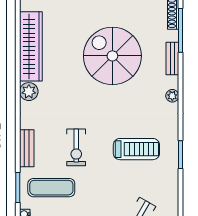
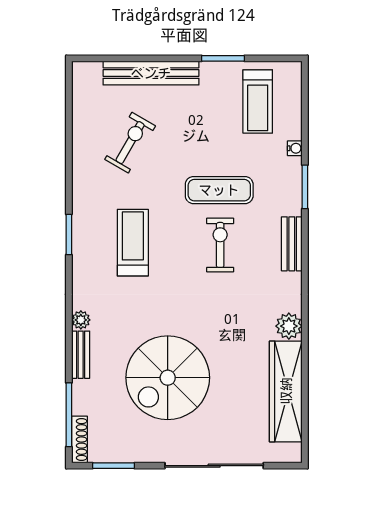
spiral stairs: (112, 56) -> (168, 378), turned 90
bench: (172, 59) -> (81, 355), moved
treadmill: (136, 149) -> (133, 243), turned 90
exercise mat: (51, 188) -> (219, 190), moved

